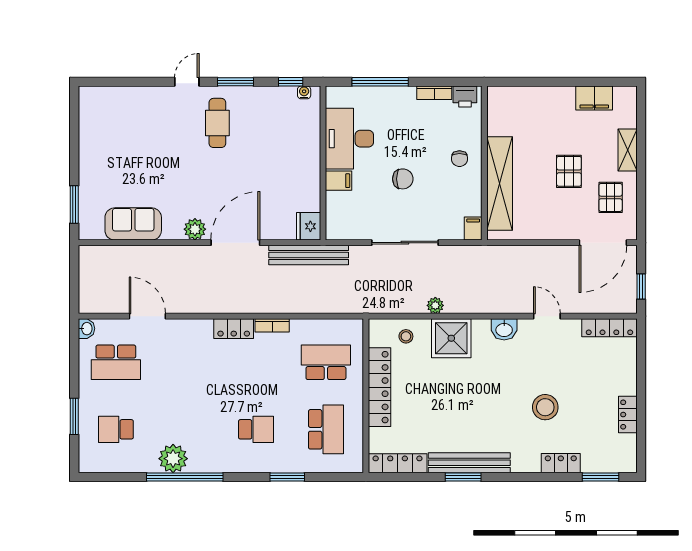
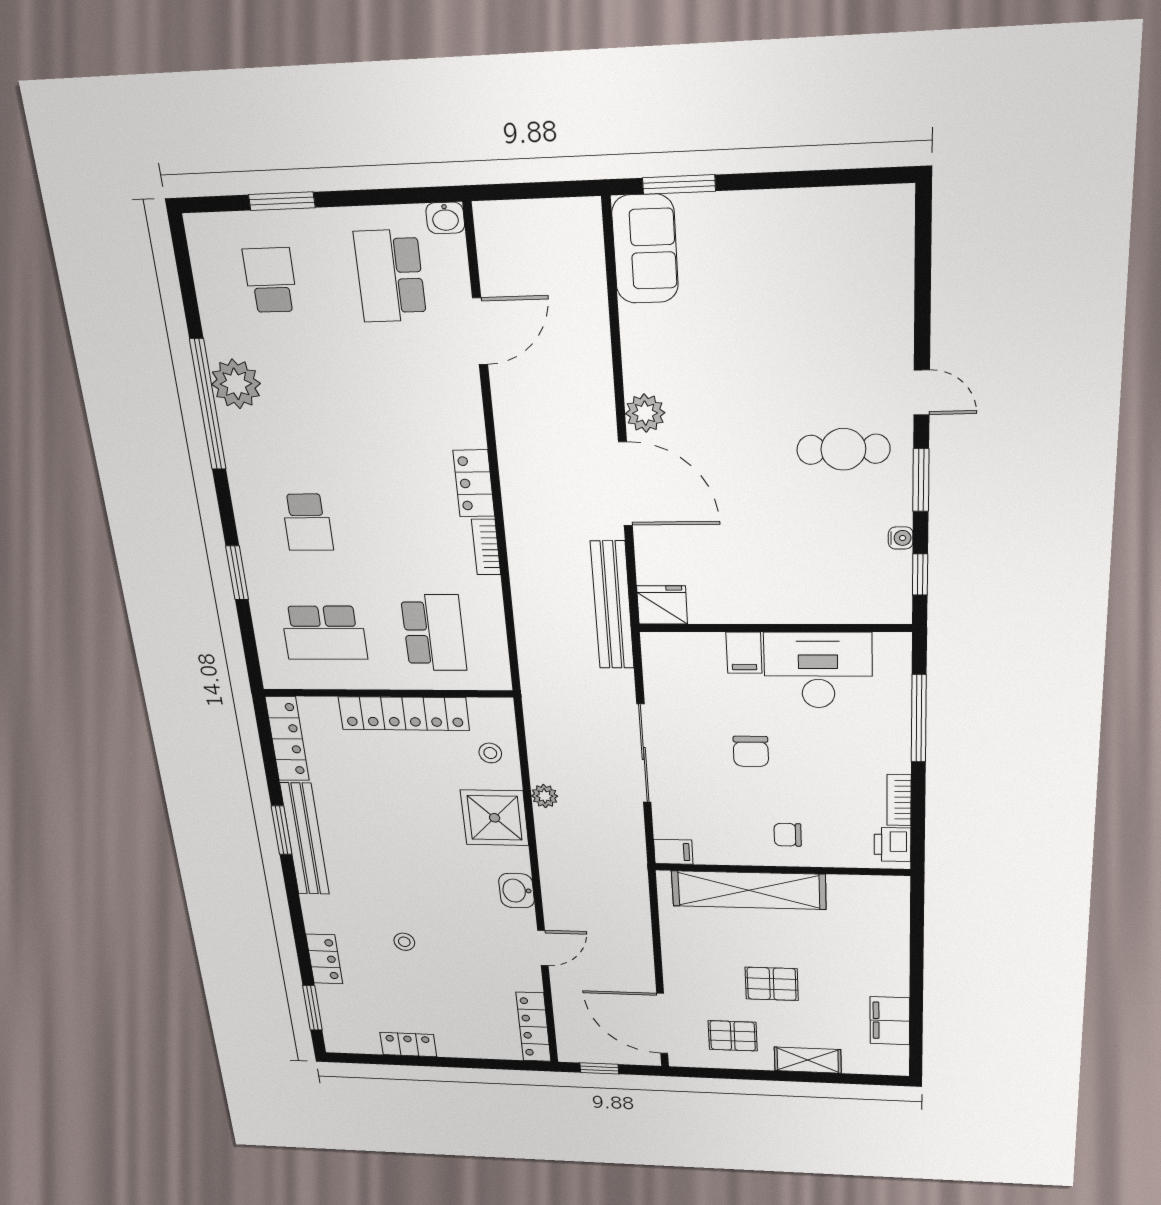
water cooler: (304, 92) -> (901, 538), moved
sofa: (133, 224) -> (645, 249), moved
stool: (545, 407) -> (404, 942), width x0.53, depth x0.53

